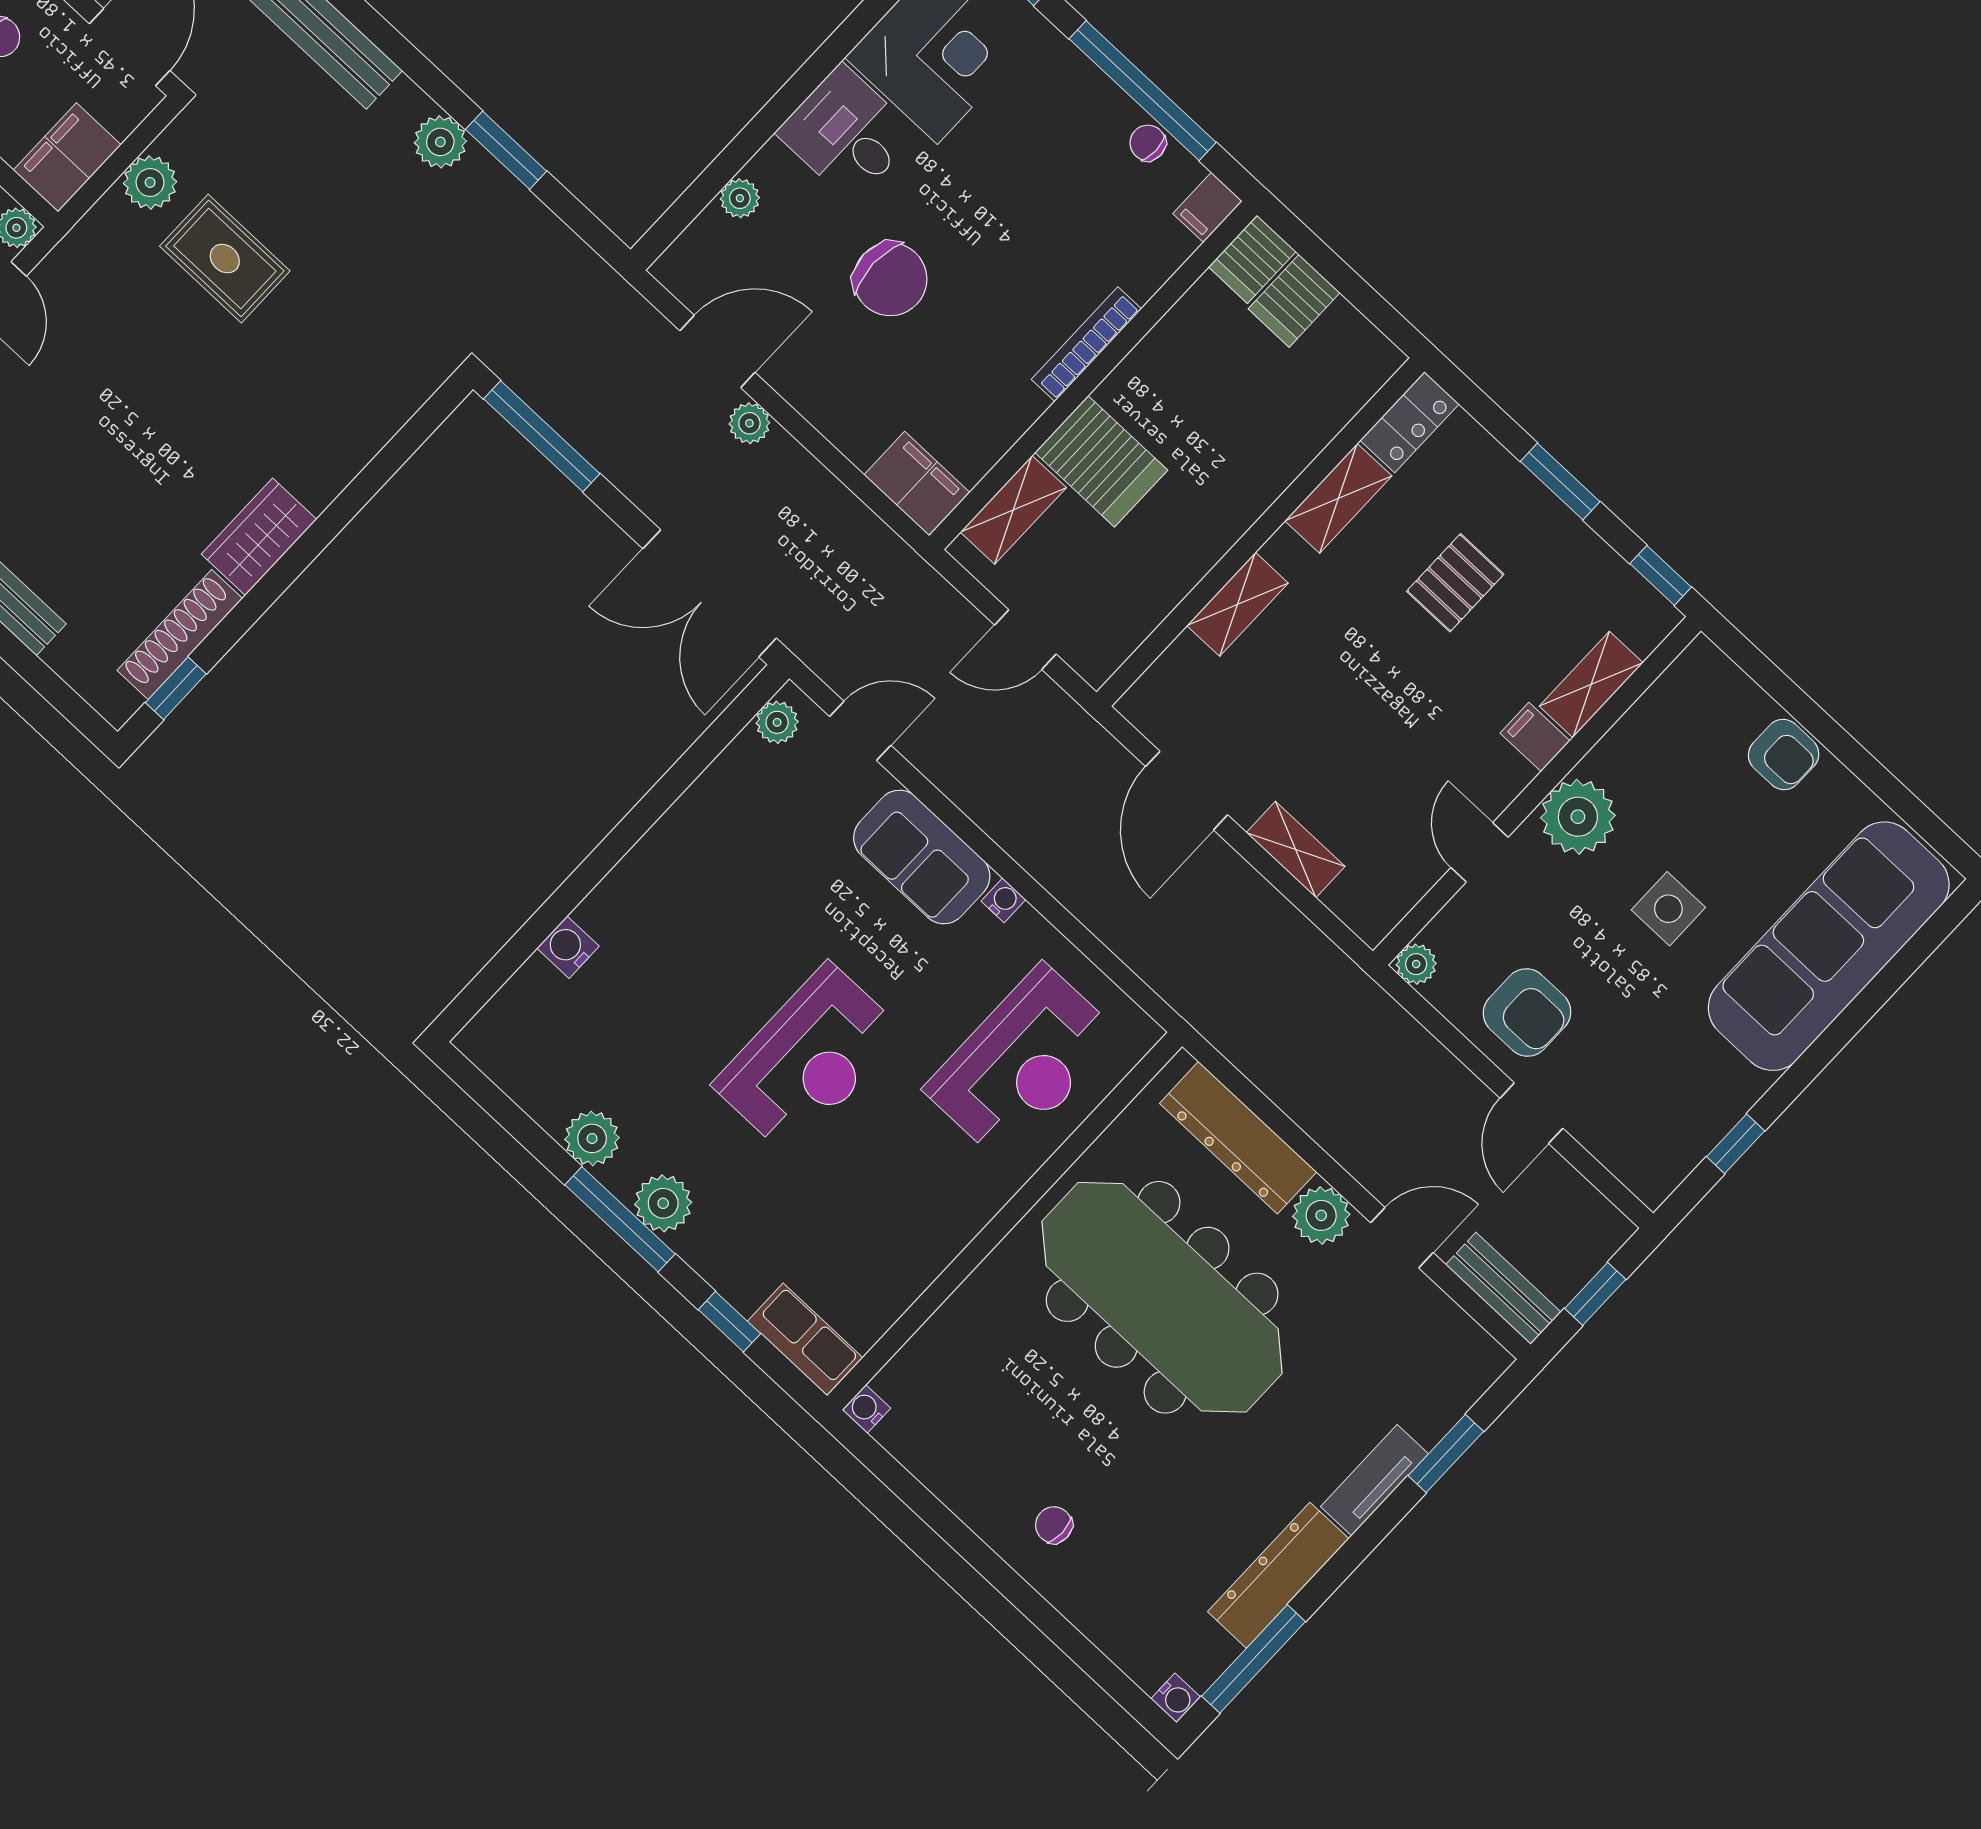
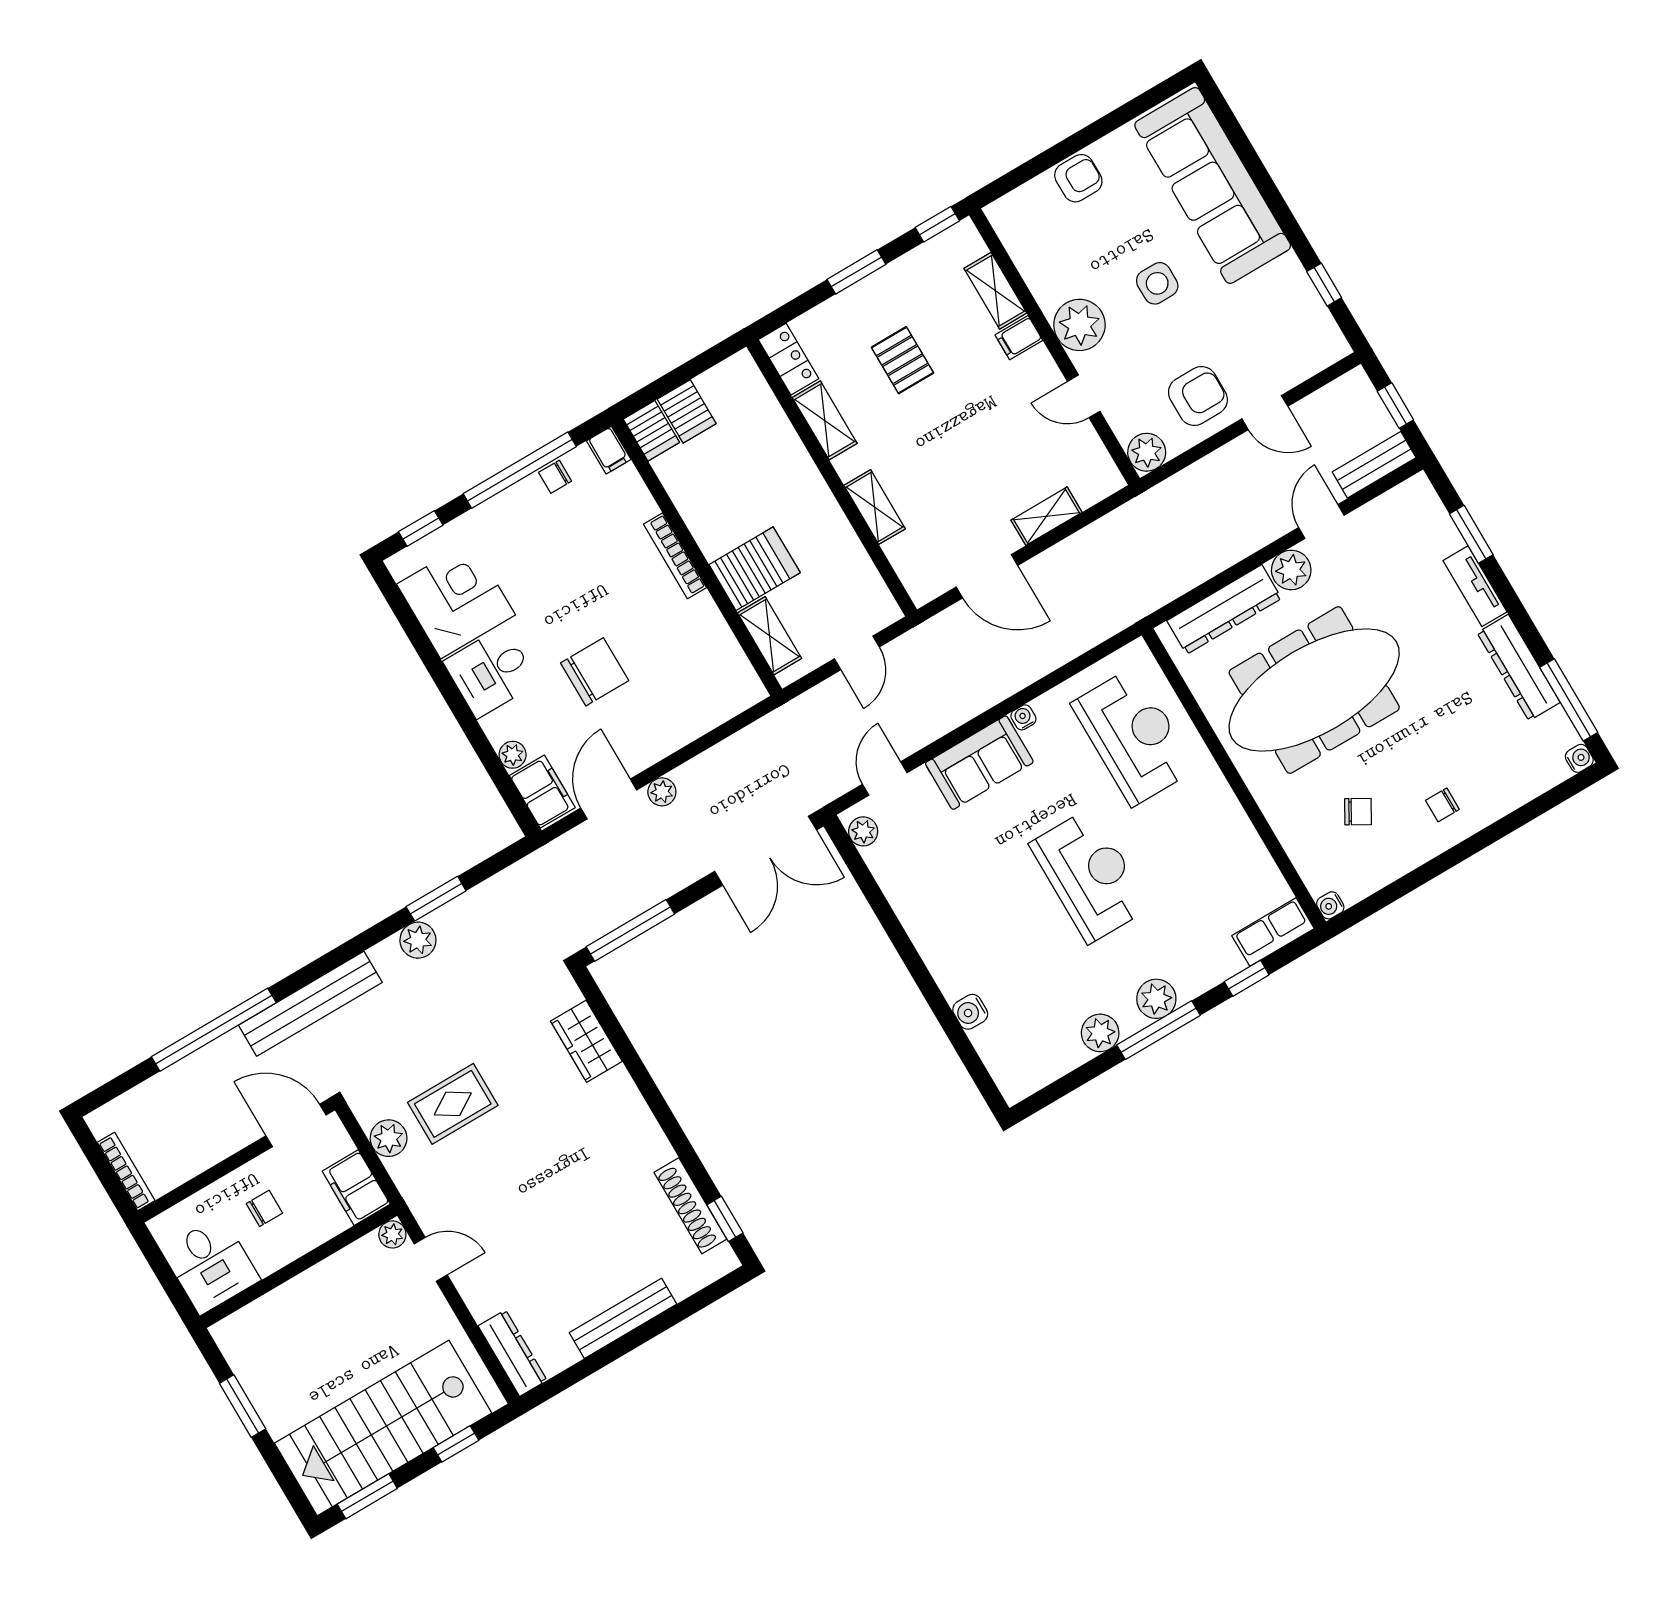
filing cabinet: (917, 484) -> (542, 792), moved, turned 90
wardrobe: (259, 537) -> (586, 1041), moved
plant: (1416, 964) -> (1147, 452), width x1.38, depth x1.38
chair: (1009, 1409) -> (1358, 812), added

